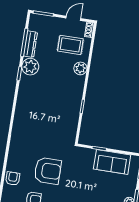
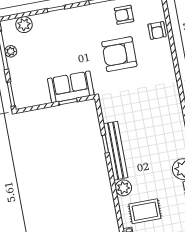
bench: (76, 99) -> (116, 151), added
sofa: (112, 162) -> (71, 87), moved

